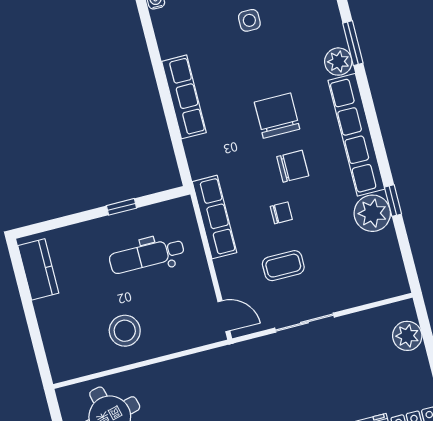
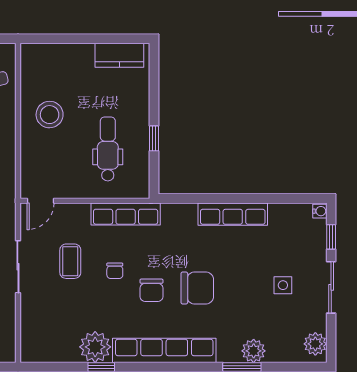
plant: (338, 62) -> (254, 351), moved

